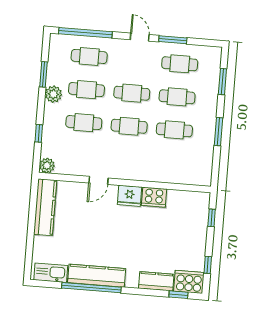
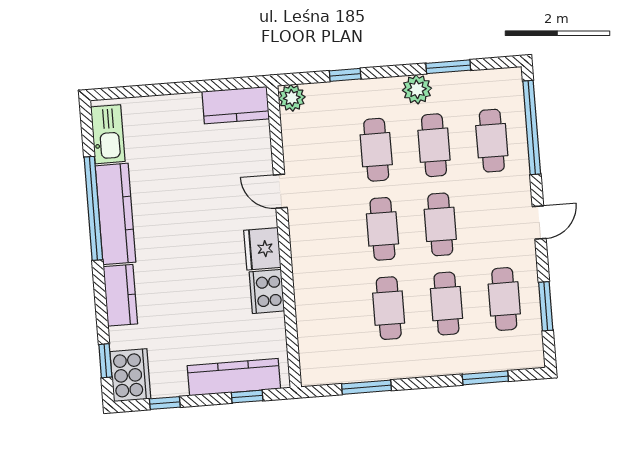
window: (173, 40) -> (546, 306), moved
window: (218, 132) -> (367, 387), moved
kitchen counter: (45, 207) -> (236, 105), width x0.67
kitchen counter: (199, 224) -> (234, 377), added
kitchen counter: (156, 281) -> (120, 295), moved

